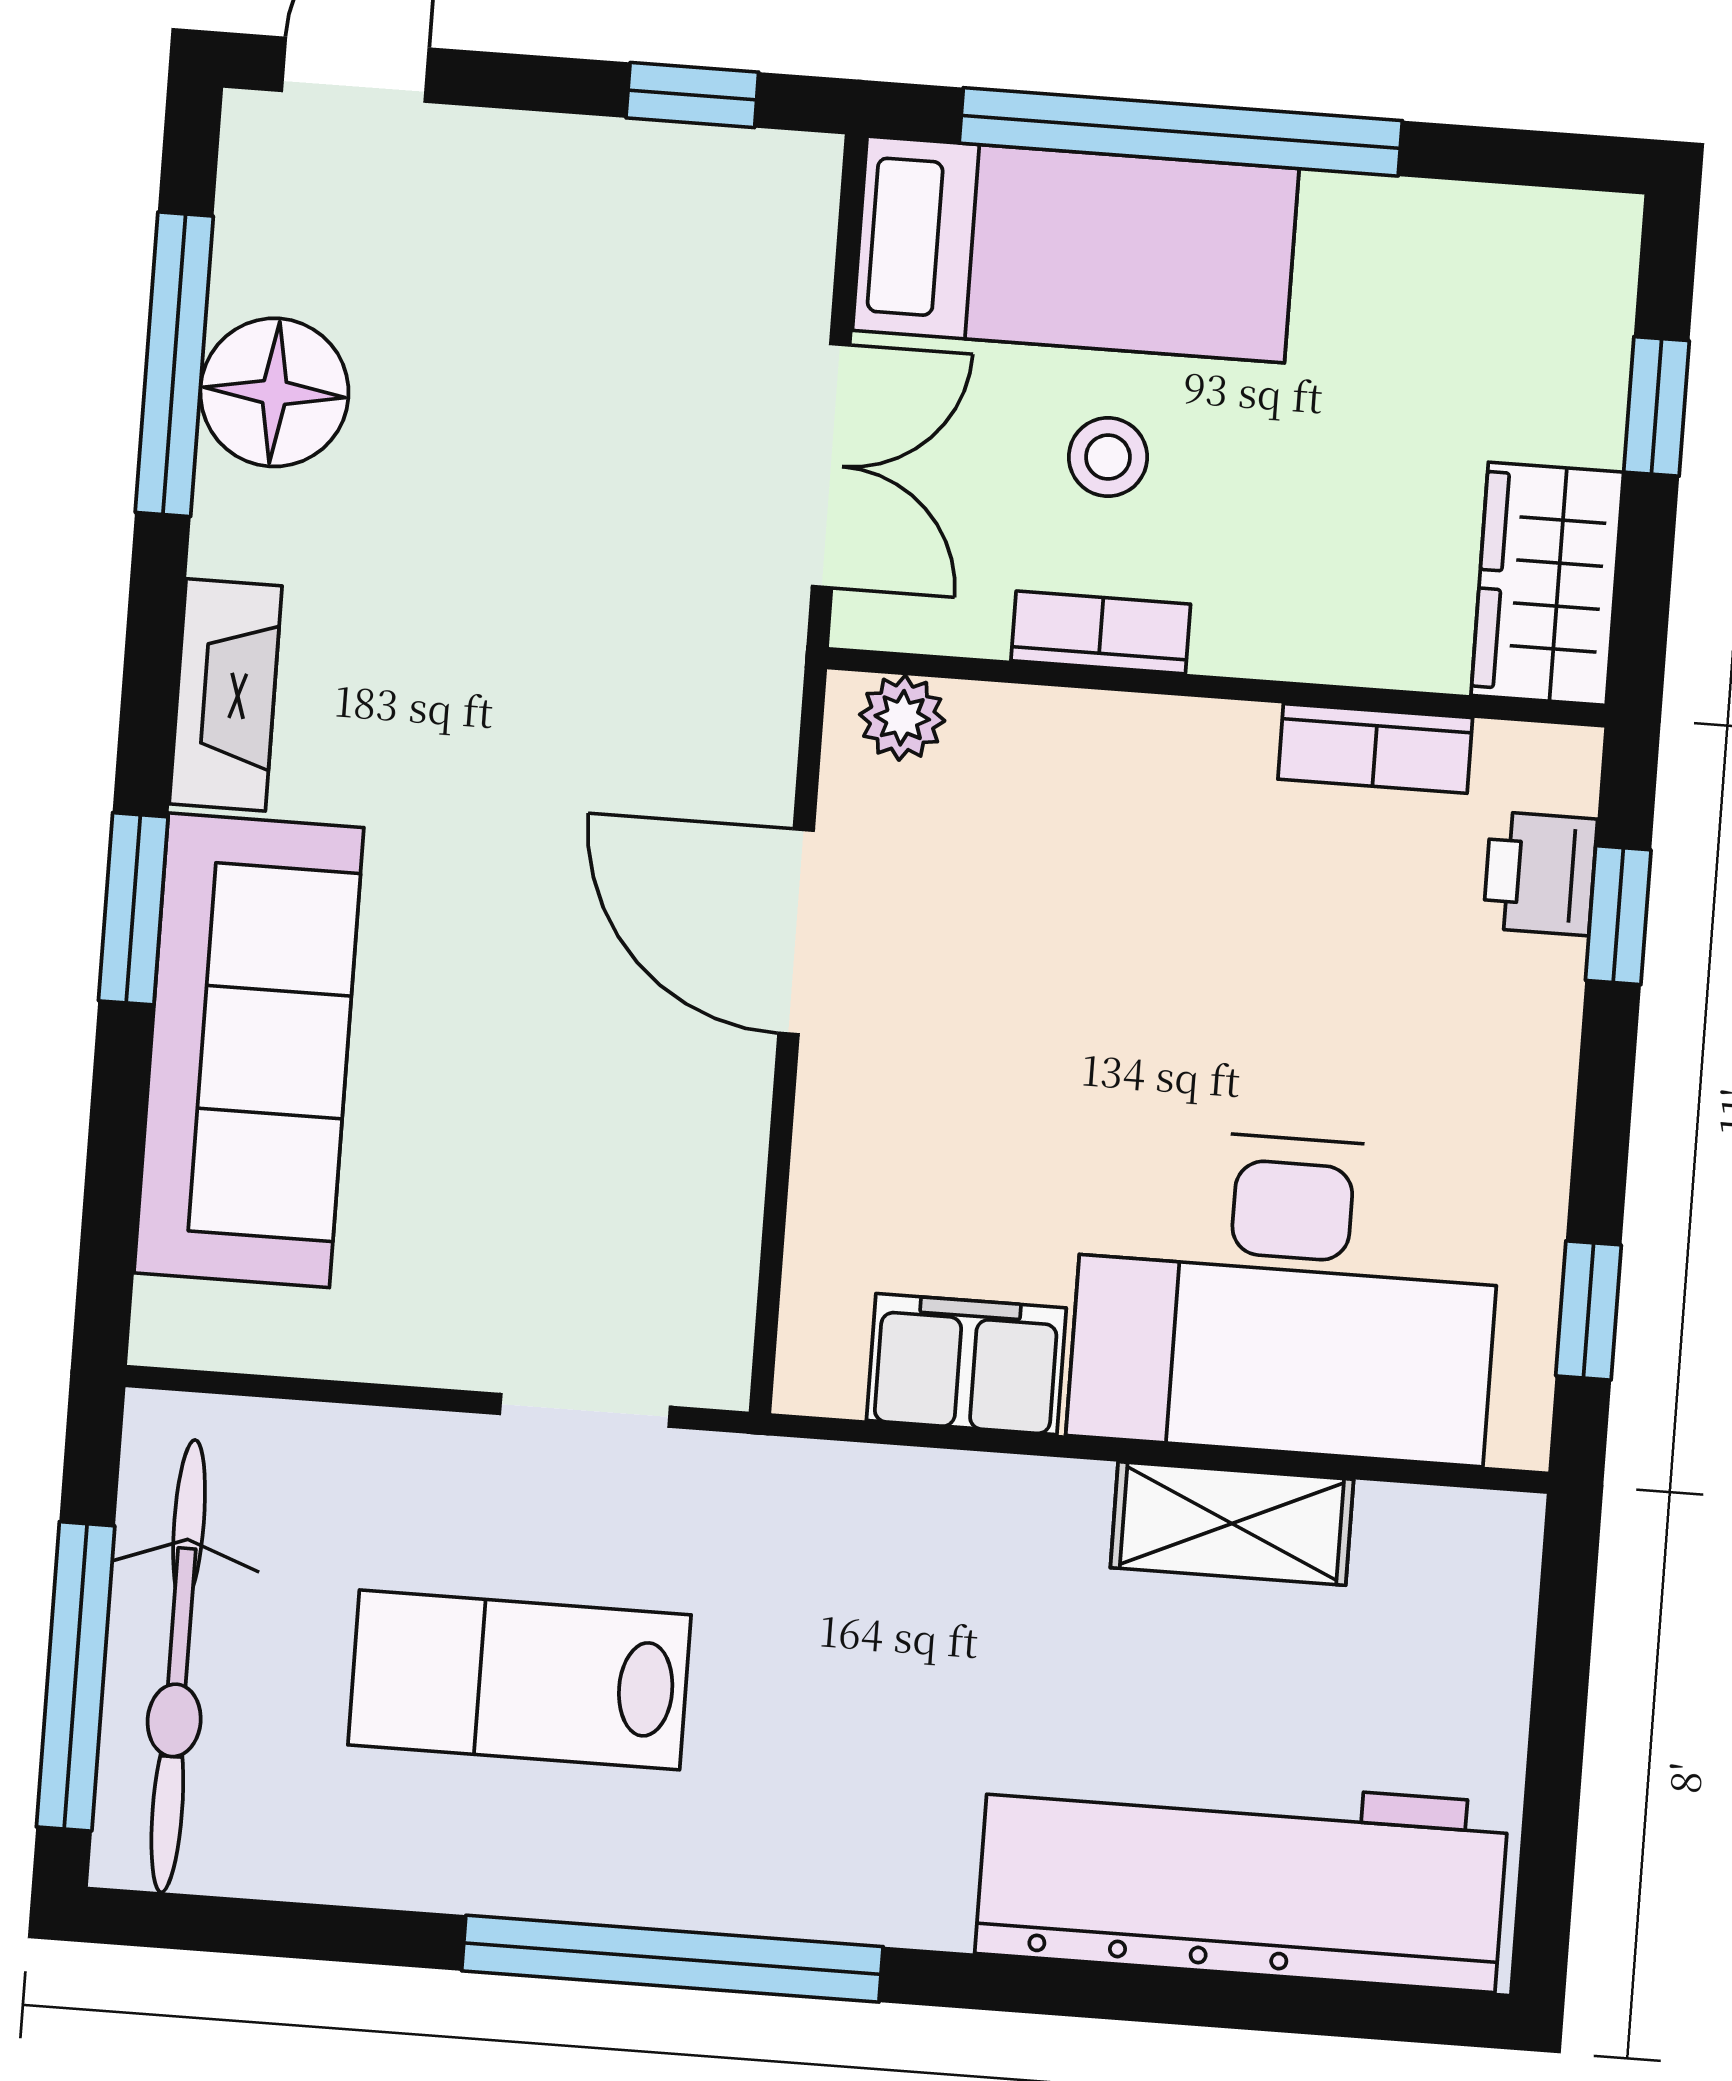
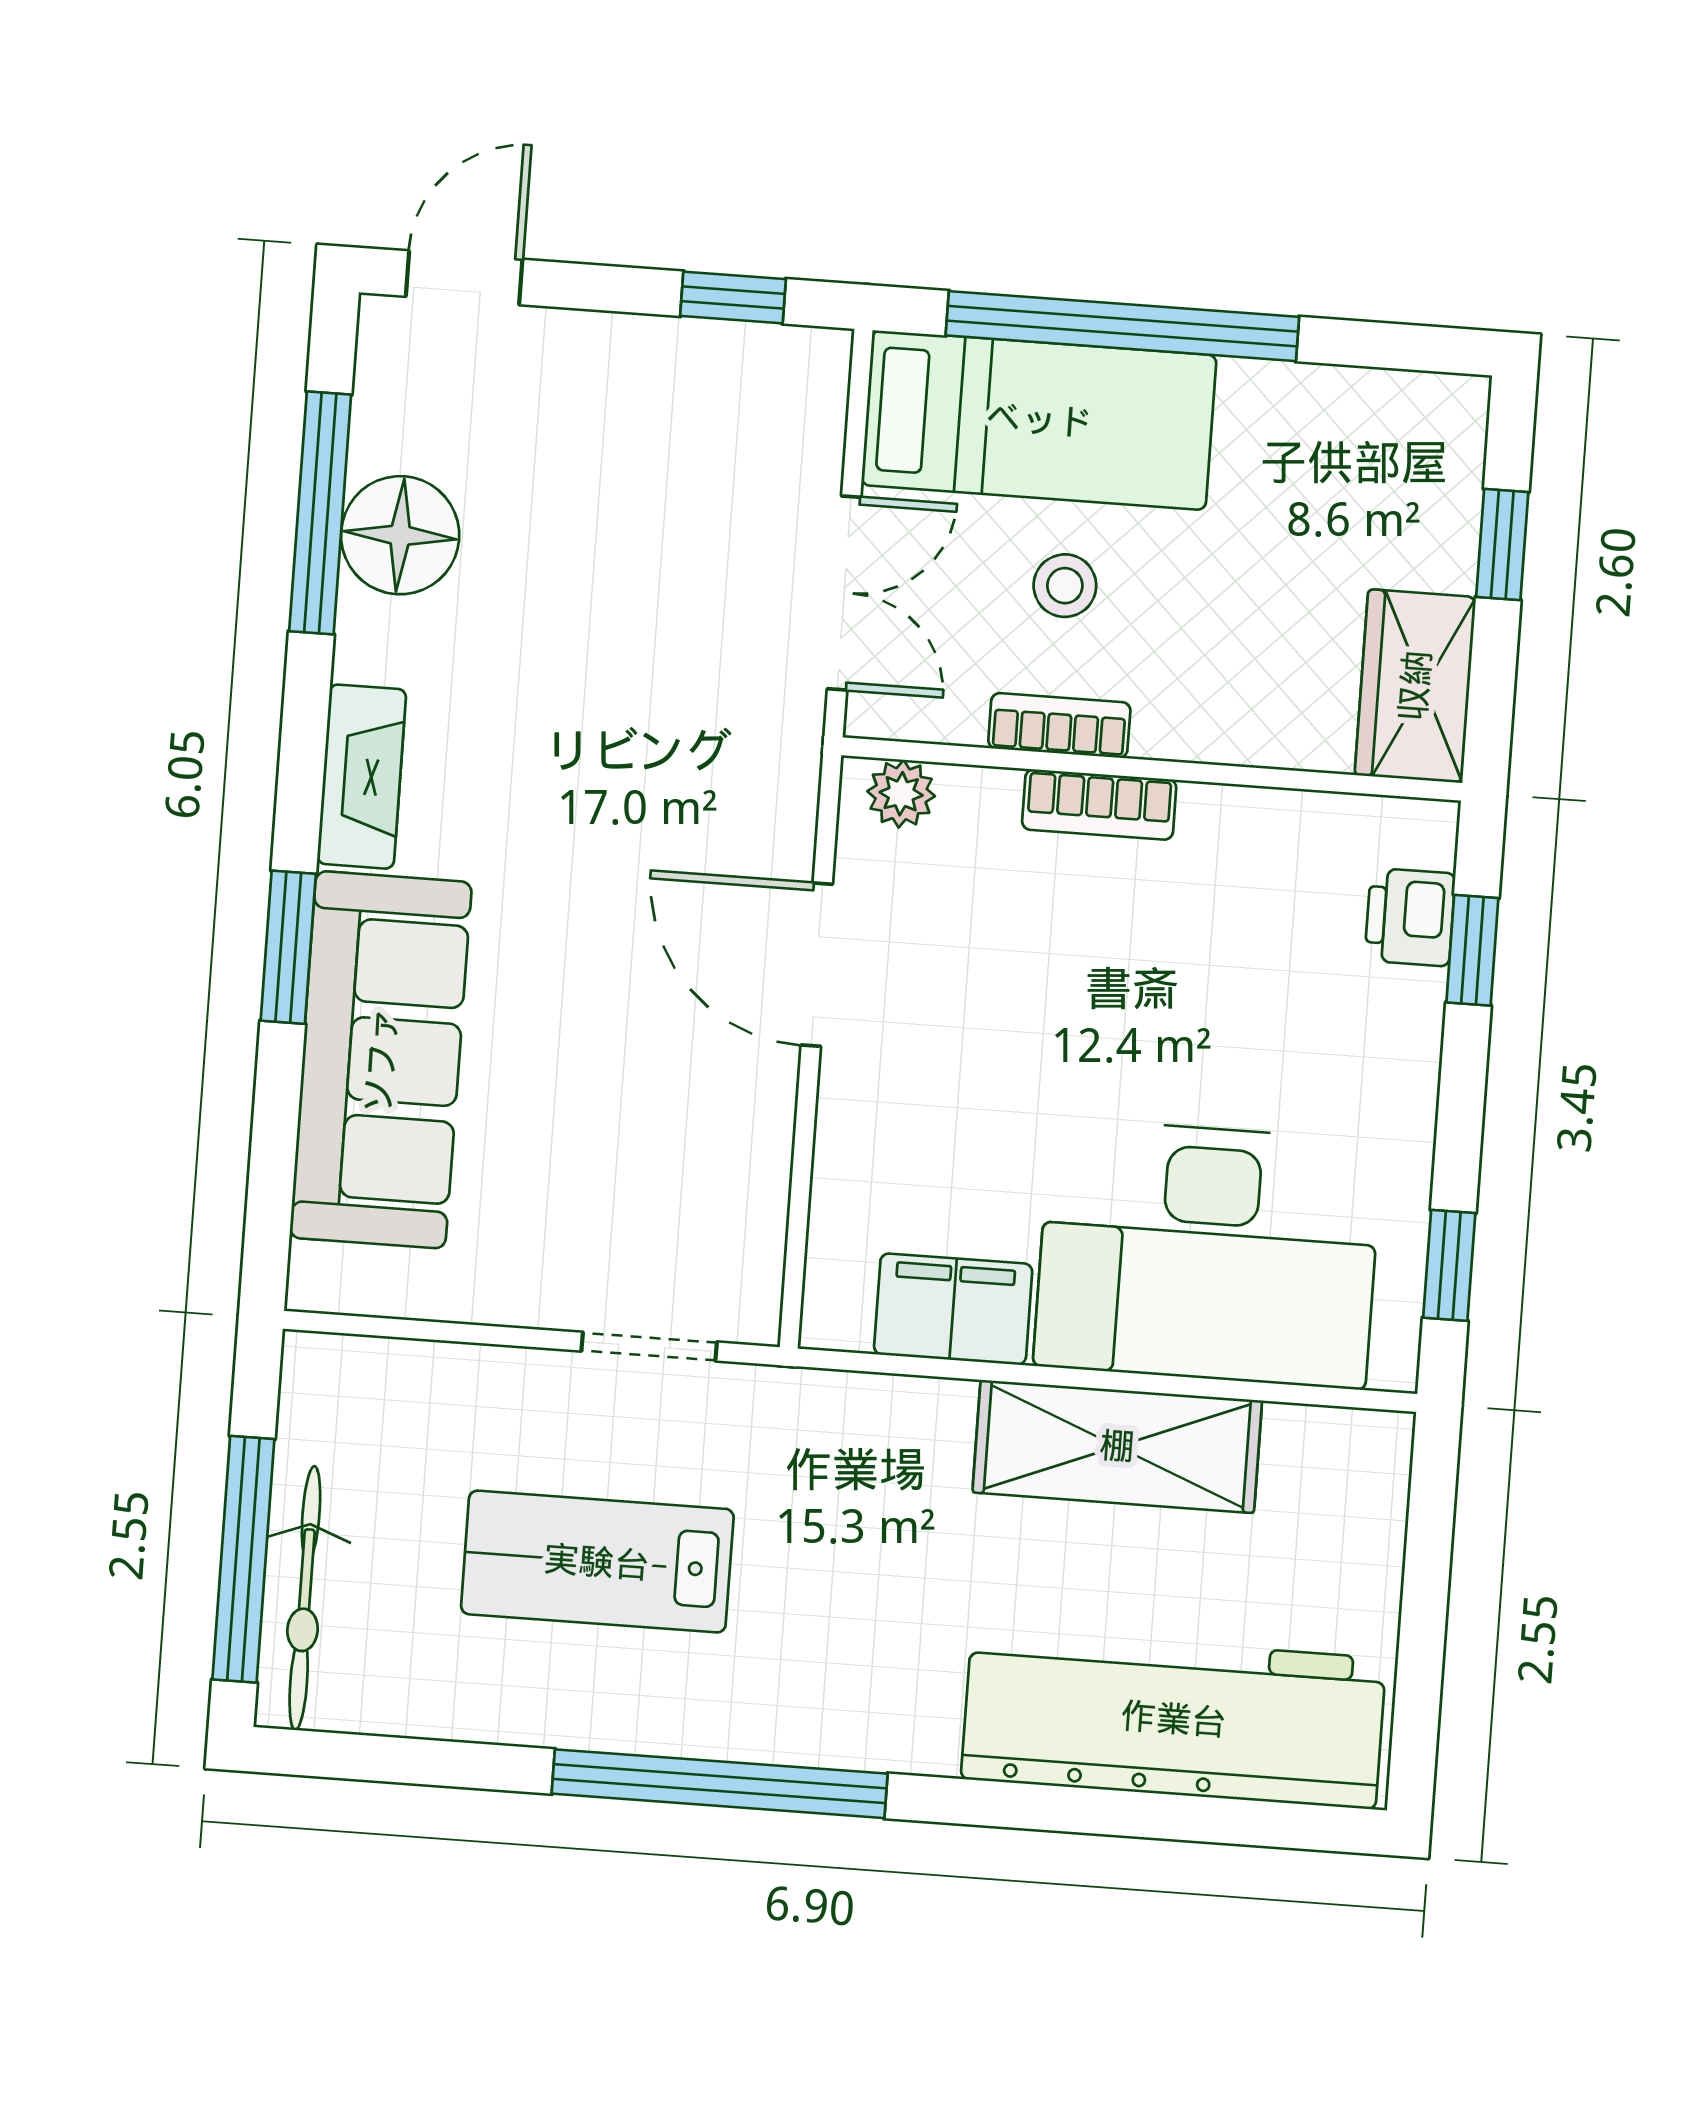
bookcase: (1375, 748) -> (1099, 804), moved
shelving: (1232, 1524) -> (1117, 1446), width x1.50, depth x1.33
bicycle: (178, 1666) -> (305, 1598), width x0.73, depth x0.71

